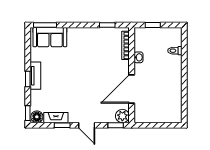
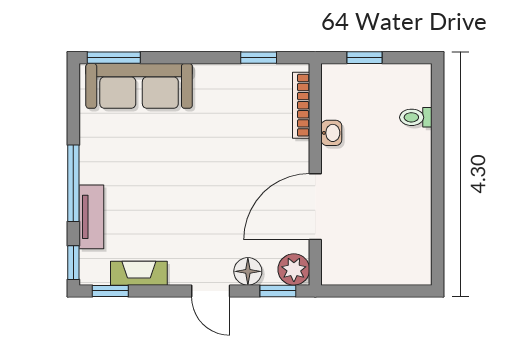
sofa: (50, 37) -> (139, 86), width x1.36
tv unit: (35, 76) -> (91, 217), moved
window: (28, 79) -> (73, 183), width x2.17
floor lamp: (37, 117) -> (248, 271), moved
window: (62, 125) -> (110, 291), moved

